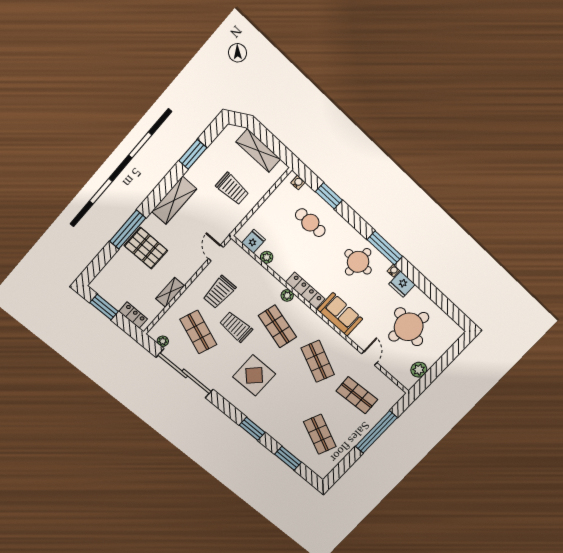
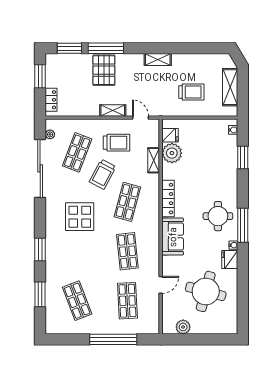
window: (193, 154) -> (69, 48), moved
trolley: (232, 189) -> (191, 92), turned -90
shelving: (174, 200) -> (158, 60), width x0.67, depth x0.75
cafe table: (310, 223) -> (215, 161), removed
door: (216, 253) -> (141, 118), hinge flipped
plant: (267, 257) -> (172, 153), width x1.88, depth x1.88
shelving: (262, 274) -> (154, 160), added
shelving: (170, 292) -> (113, 111), moved
trolley: (219, 292) -> (117, 143), turned 180
plant: (287, 295) -> (154, 189), removed
trolley: (236, 327) -> (103, 174), turned -152
shop shelf: (318, 361) -> (127, 251), turned -30
shop shelf: (320, 434) -> (77, 301), turned -45

